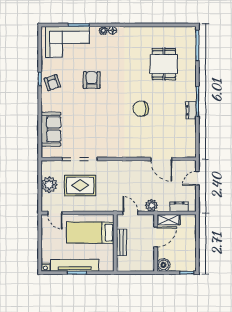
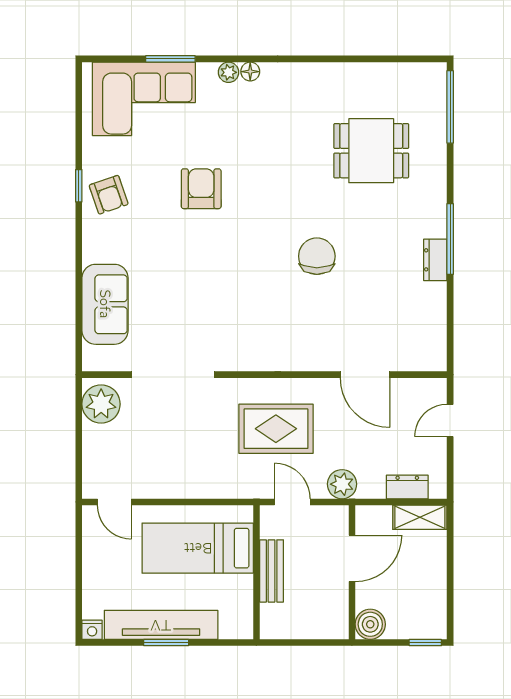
dining table: (164, 64) -> (371, 151), turned 90
chair: (141, 109) -> (317, 256), turned 90
plant: (49, 185) -> (101, 404), moved
rug: (80, 185) -> (276, 429), moved
shelving: (169, 220) -> (420, 517), moved

